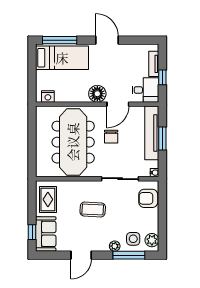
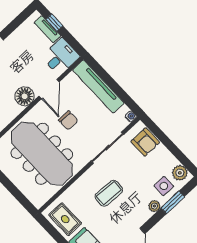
window: (162, 77) -> (54, 23), moved
window: (162, 138) -> (111, 83), removed
armchair: (148, 198) -> (145, 142), turned -90
window: (129, 255) -> (173, 202), width x0.69

